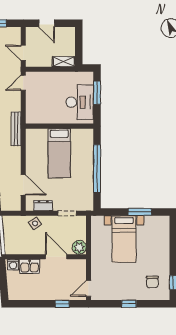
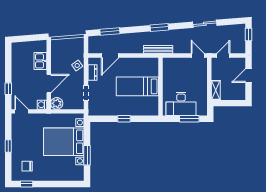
window: (97, 169) -> (124, 119), width x0.32
bed with nightstands: (124, 239) -> (64, 142), width x1.36
washing machine: (13, 265) -> (42, 105), moved

